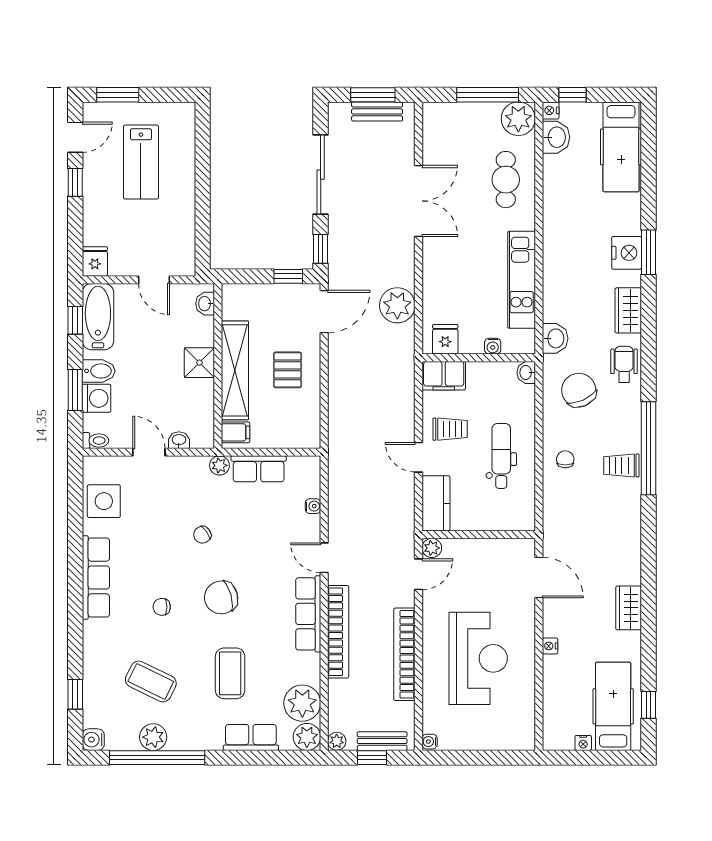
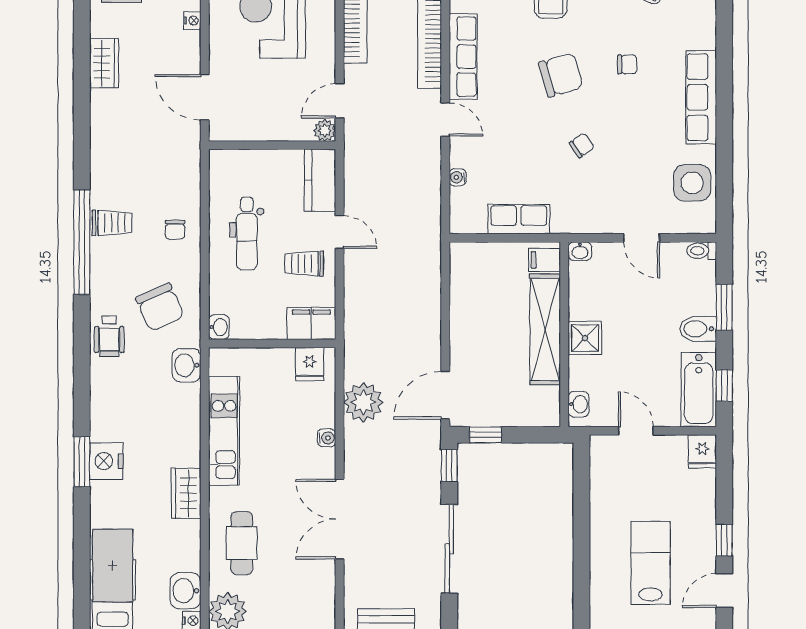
wardrobe: (628, 310) -> (186, 493), moved, turned 180
water cooler: (493, 346) -> (327, 438), moved, turned 90
pallet: (288, 370) -> (486, 330), removed
washing machine: (96, 398) -> (700, 298), removed
washbasin: (179, 440) -> (580, 251), moved
plant: (219, 465) -> (563, 223), removed

